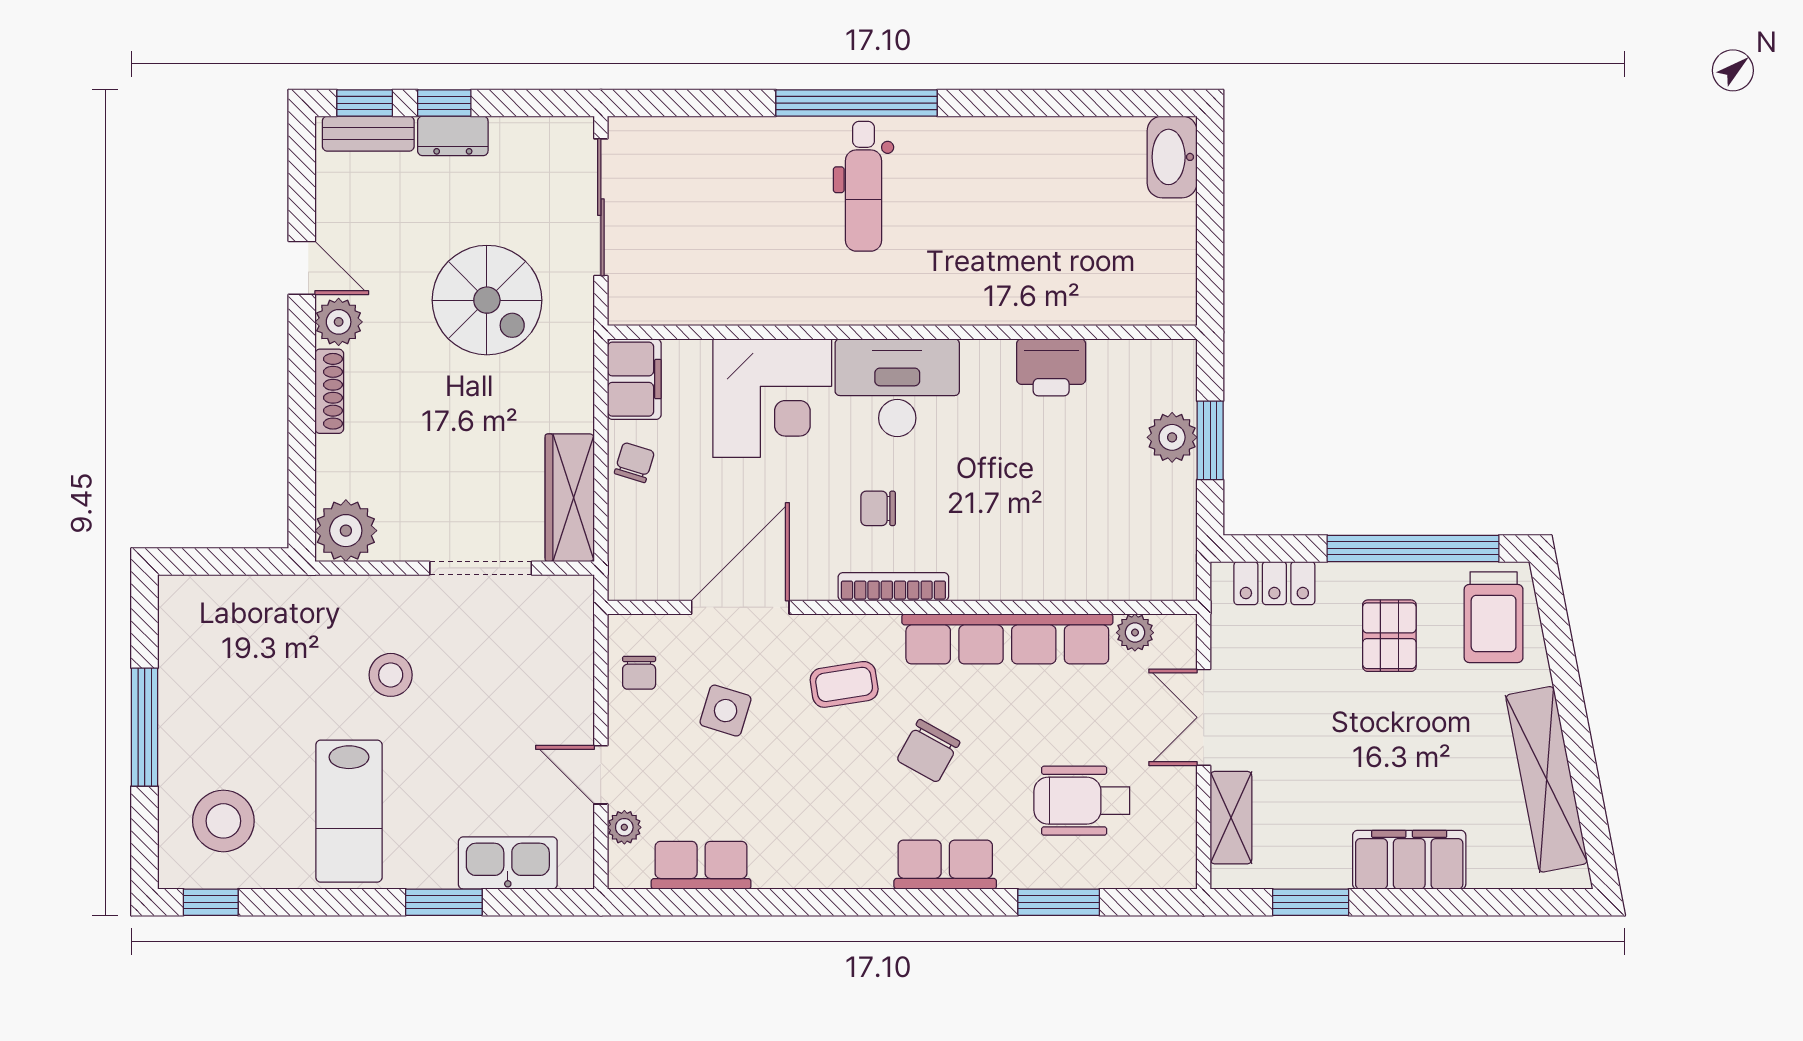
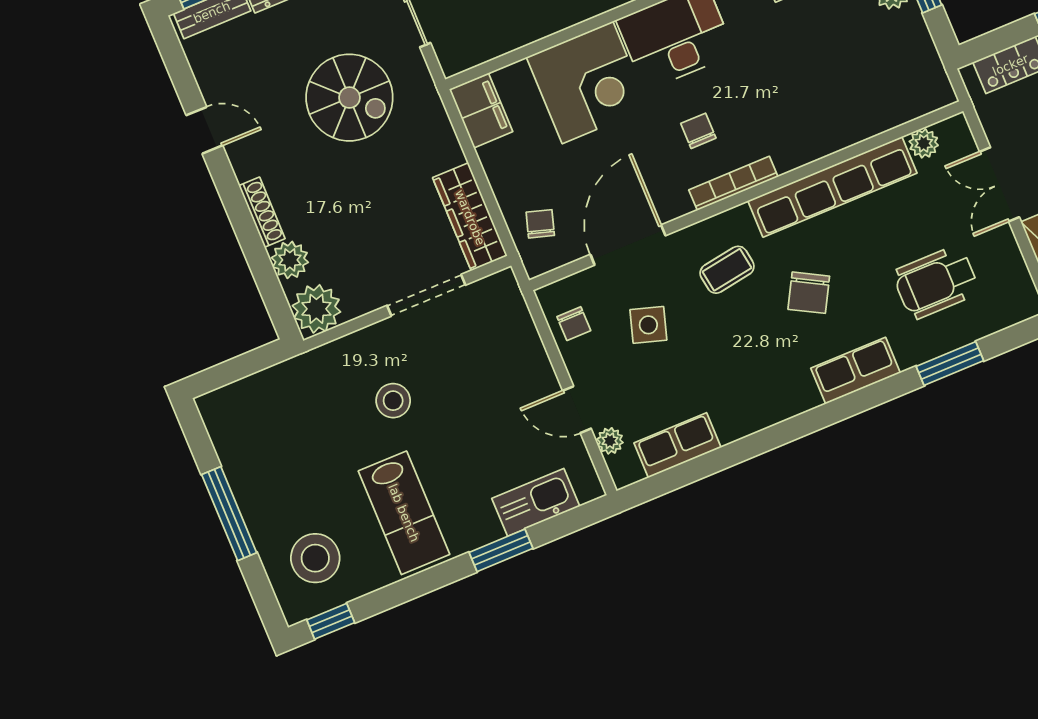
plant: (339, 322) -> (290, 260), moved
chair: (634, 462) -> (540, 224), moved
chair: (878, 508) -> (698, 131), turned 90

